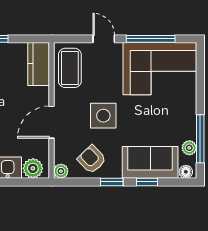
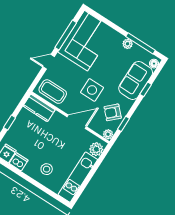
door: (51, 122) -> (77, 122), swing flipped
plant: (189, 148) -> (128, 44), moved
window: (112, 182) -> (123, 124), moved

